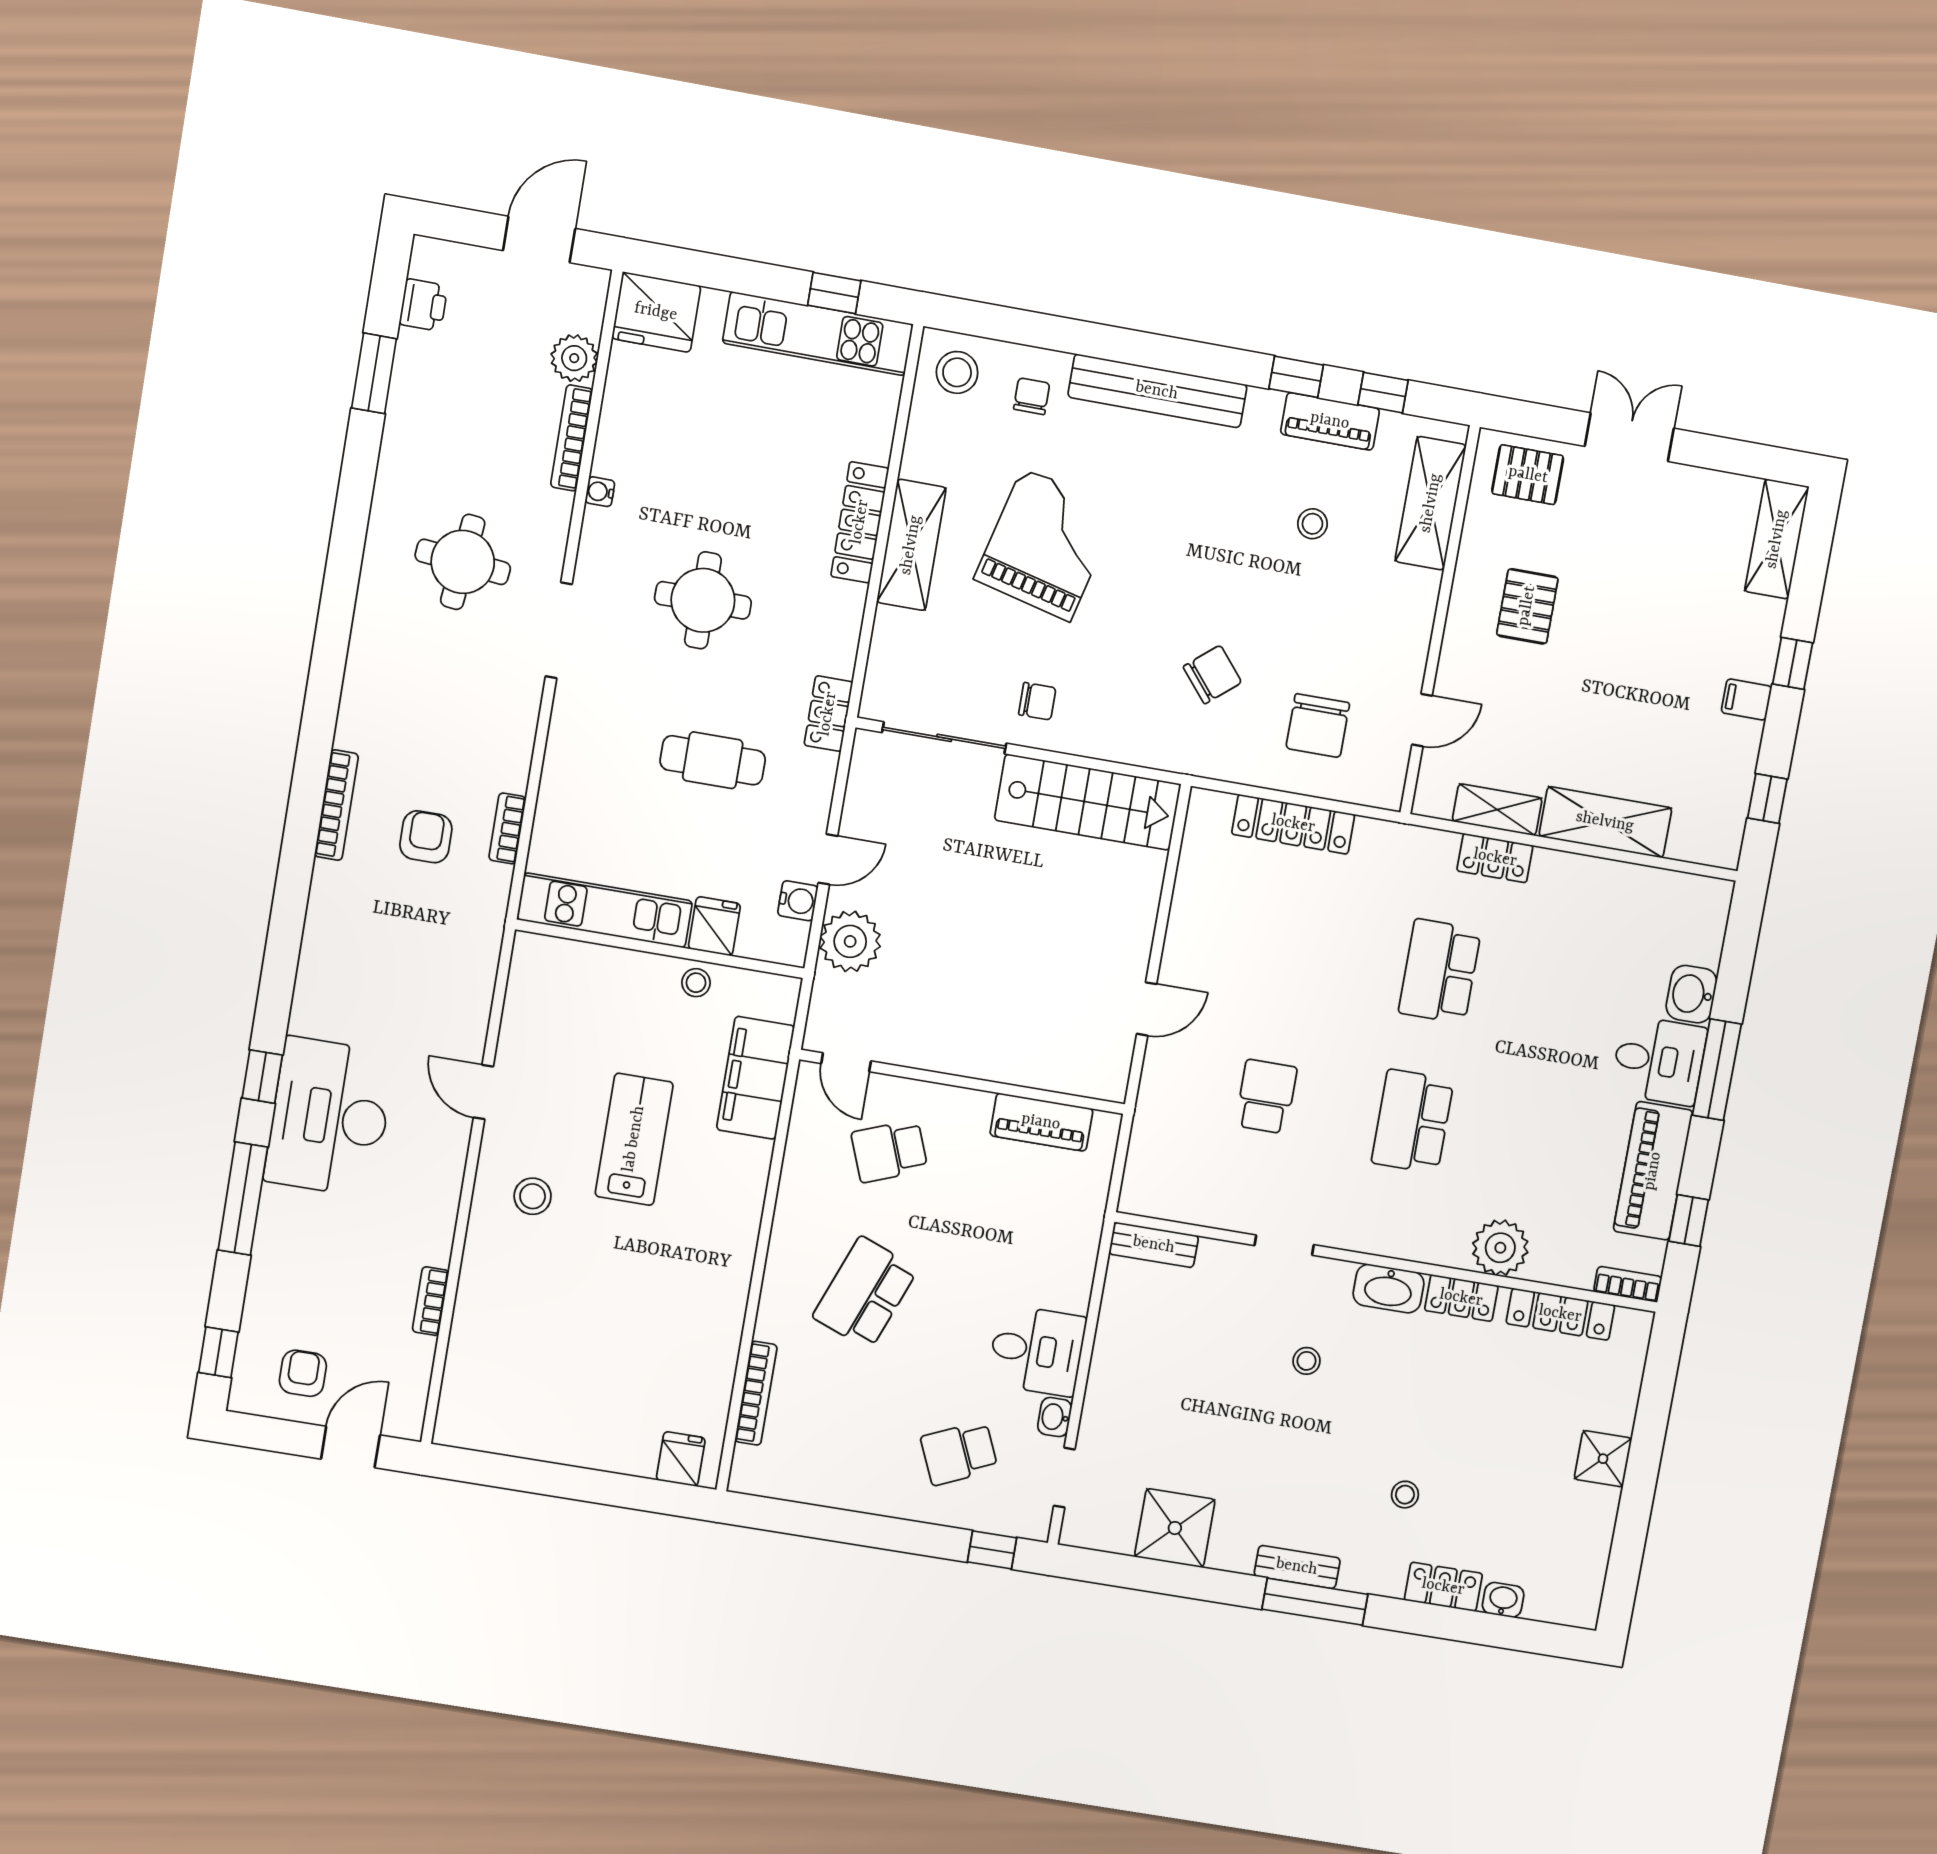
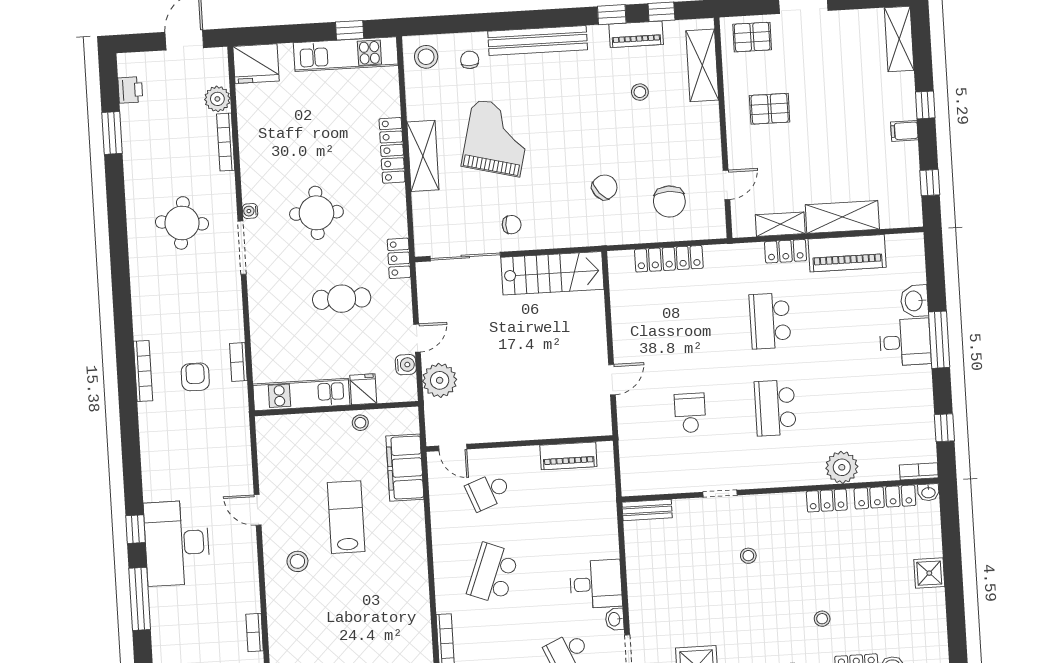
water cooler: (600, 492) -> (250, 211), moved
pallet: (1527, 606) -> (770, 109), turned 90
piano: (1653, 1171) -> (847, 253), moved, turned -90
washbasin: (1388, 1289) -> (928, 492), moved, width x0.52, depth x0.69

